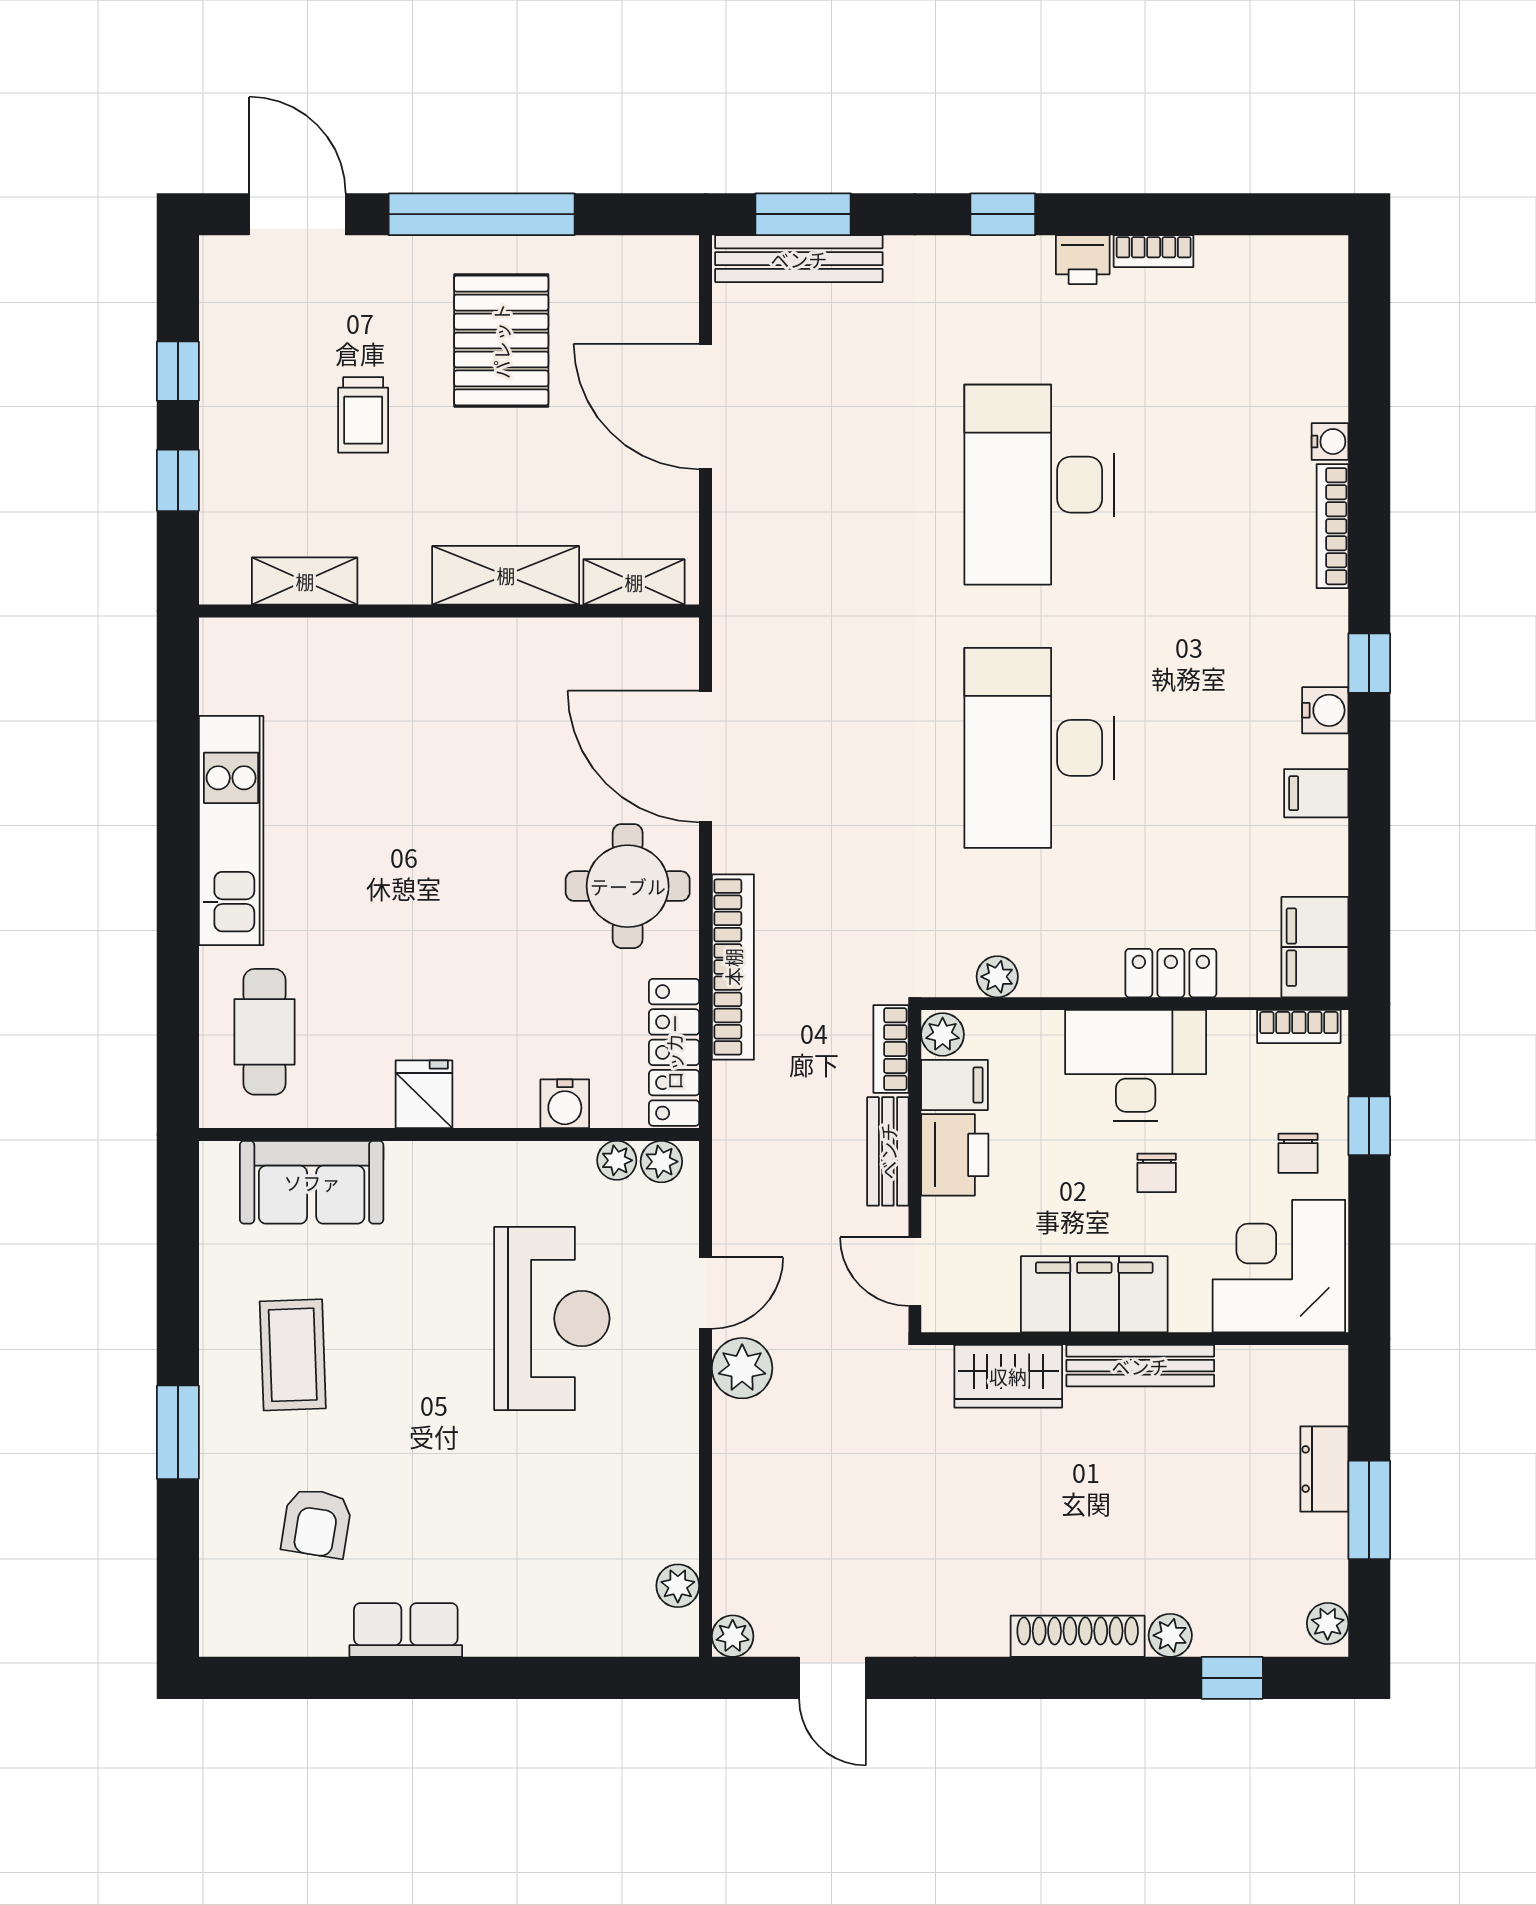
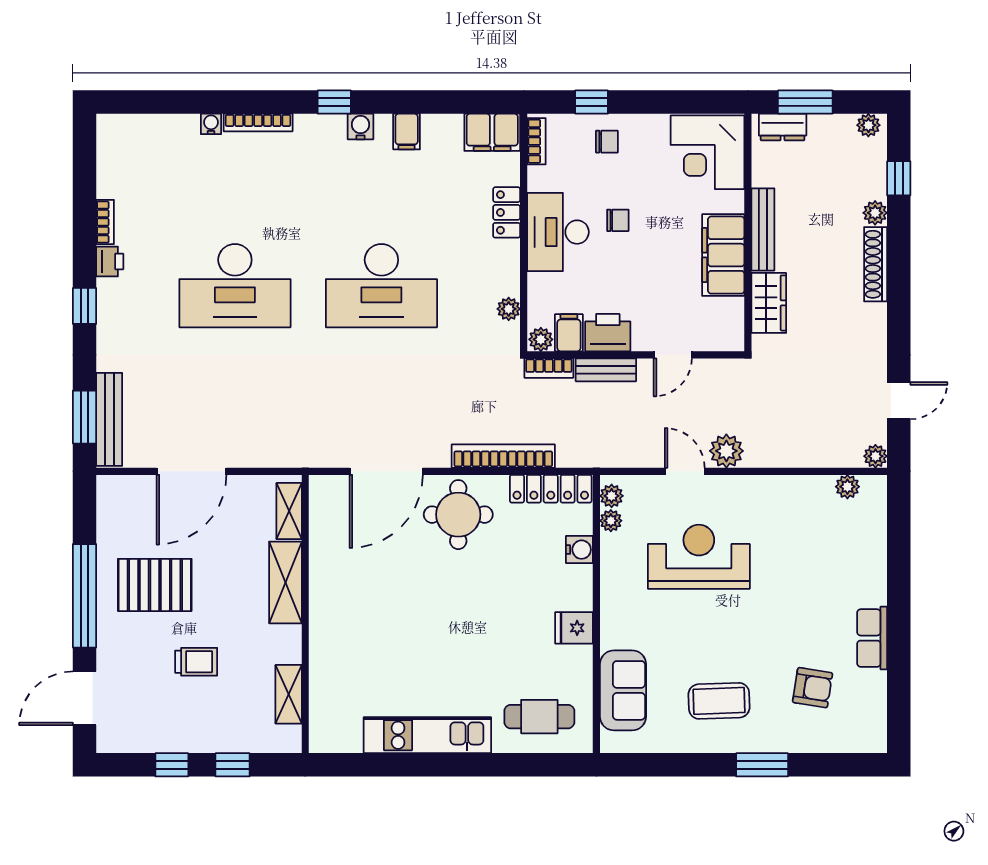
corner desk: (1279, 1266) -> (707, 152), moved
filing cabinet: (1094, 1294) -> (723, 255), moved
wall: (1135, 1339) -> (748, 233), moved
bench: (1140, 1366) -> (763, 229), moved
wardrobe: (1008, 1376) -> (769, 303), moved

